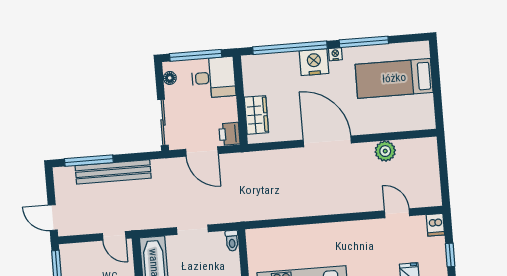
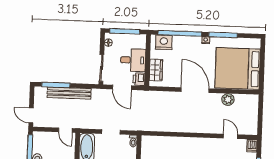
nightstand: (314, 62) -> (164, 42), moved
desk: (214, 77) -> (133, 60), moved
bed: (394, 78) -> (238, 68), width x2.04

